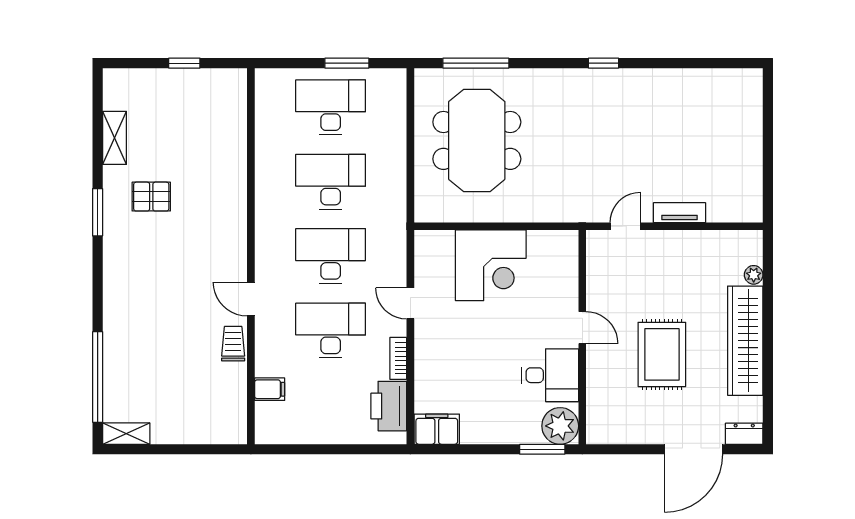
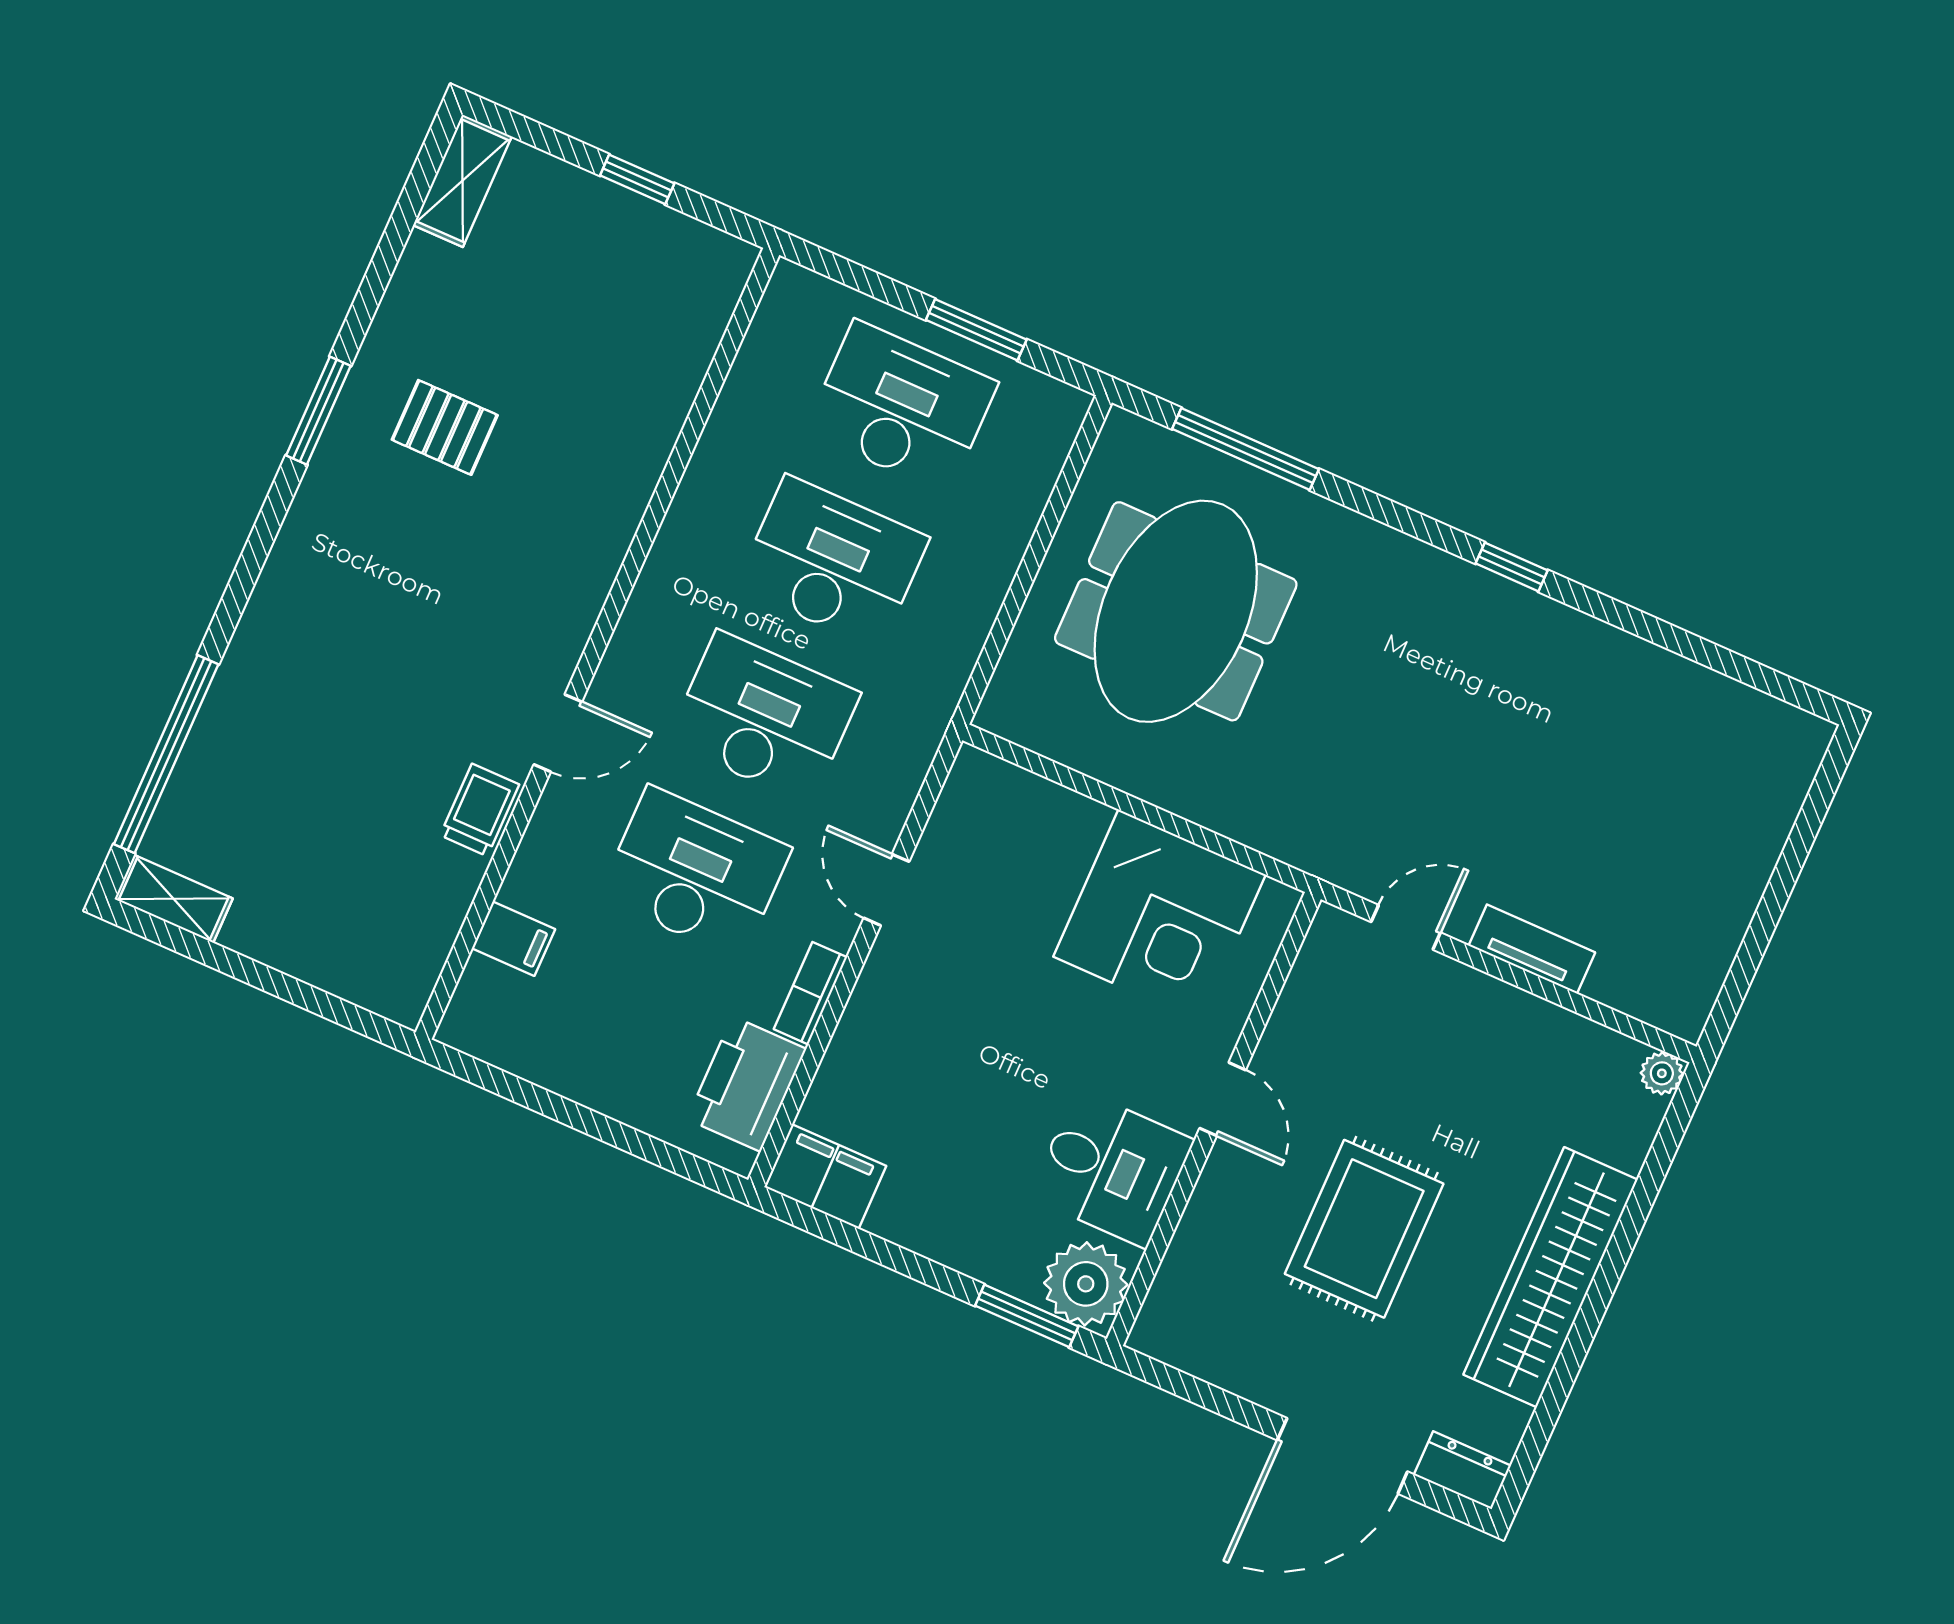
shelving: (115, 138) -> (462, 181), moved
corner desk: (491, 265) -> (1159, 916), moved
plant: (754, 275) -> (1662, 1073), moved
door: (251, 299) -> (558, 733), swing flipped

